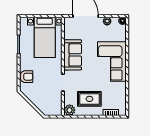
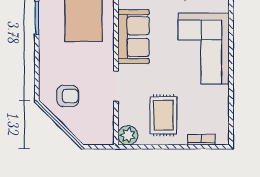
armchair: (27, 77) -> (68, 96), moved
rug: (89, 99) -> (163, 115), turned 90

